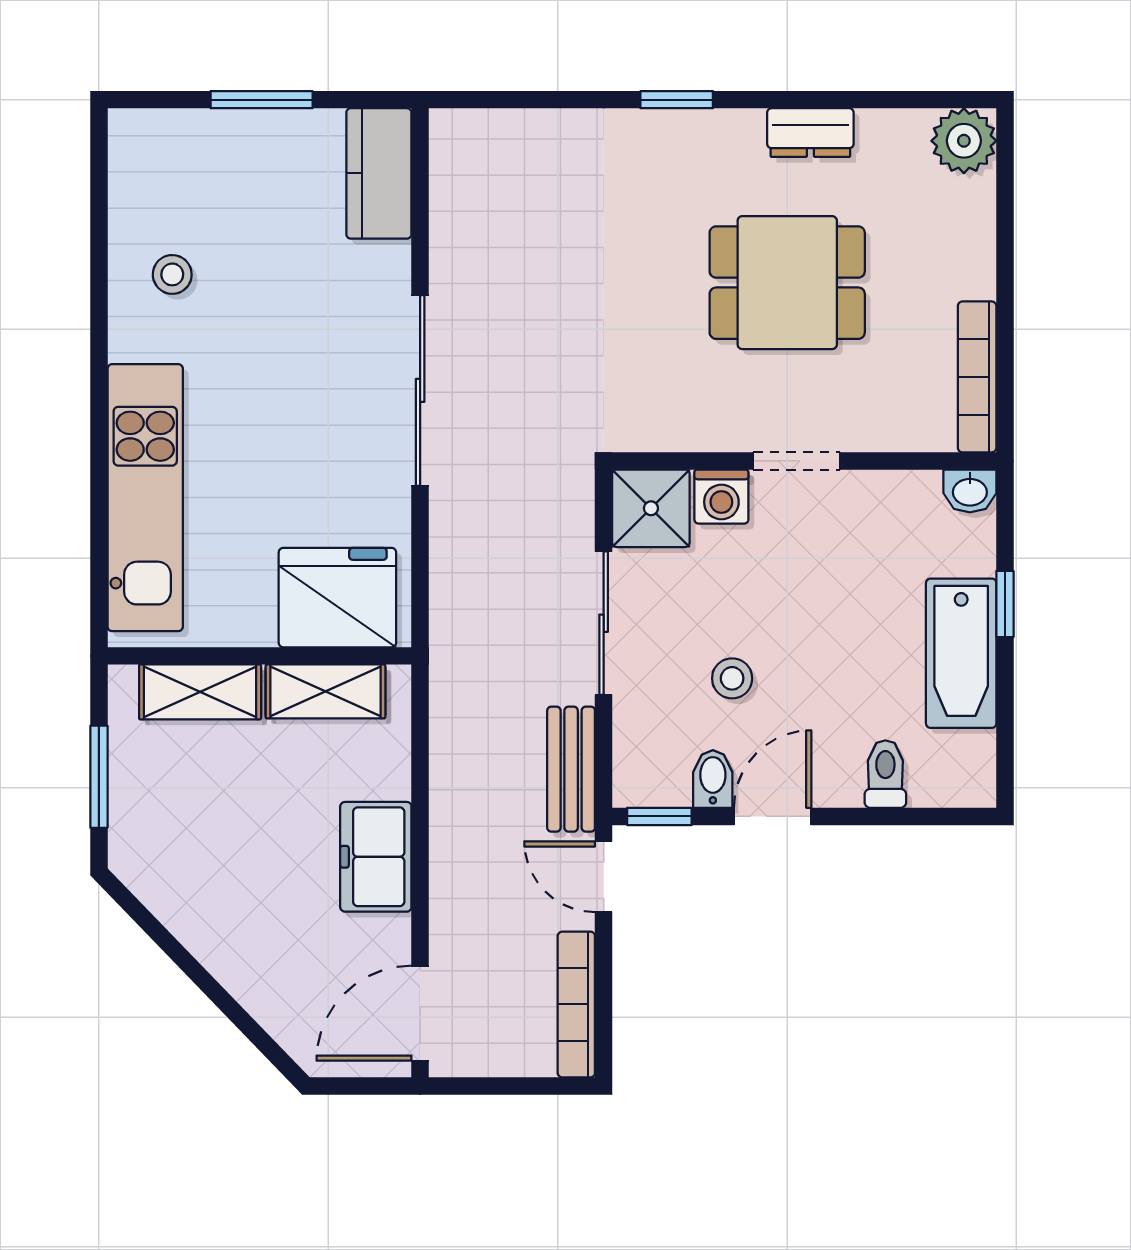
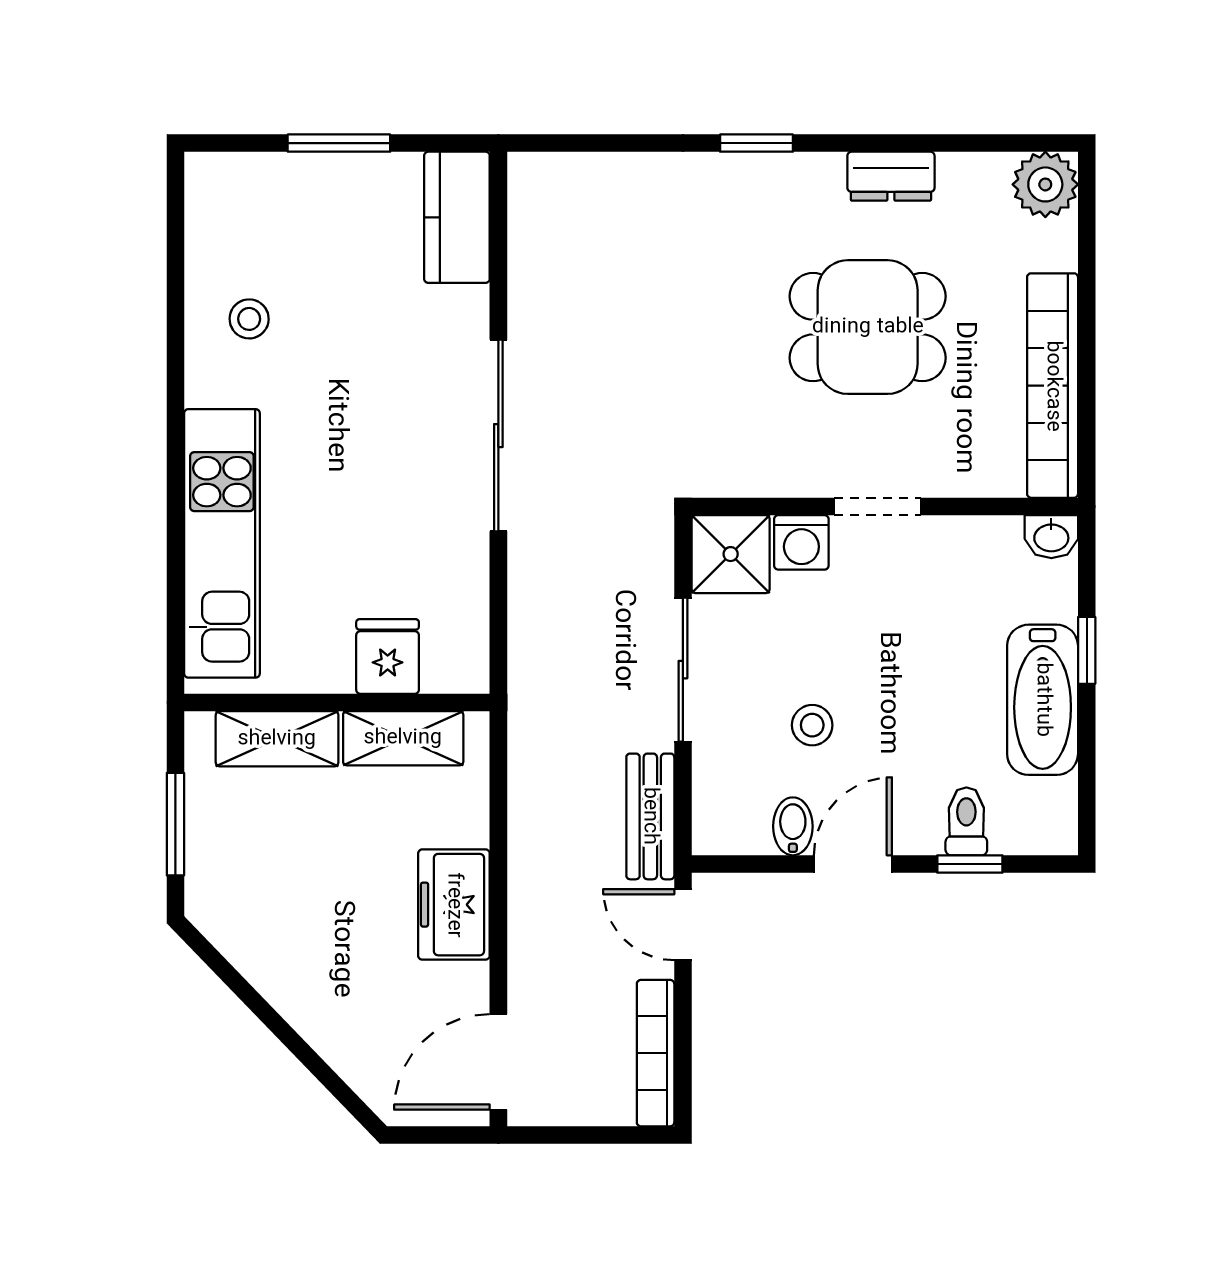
bookcase: (977, 377) -> (1053, 386), width x1.48, depth x1.31
fridge: (337, 598) -> (388, 657), width x0.53, depth x0.75
window: (659, 816) -> (970, 864), moved

